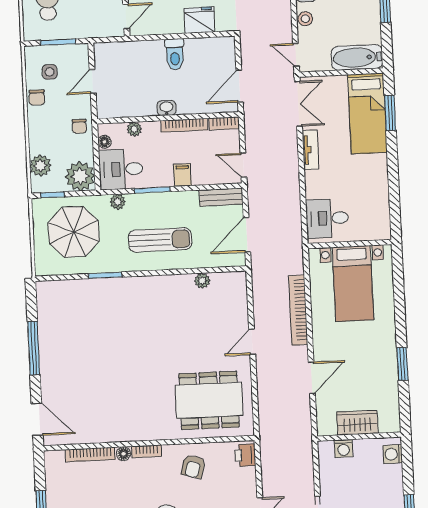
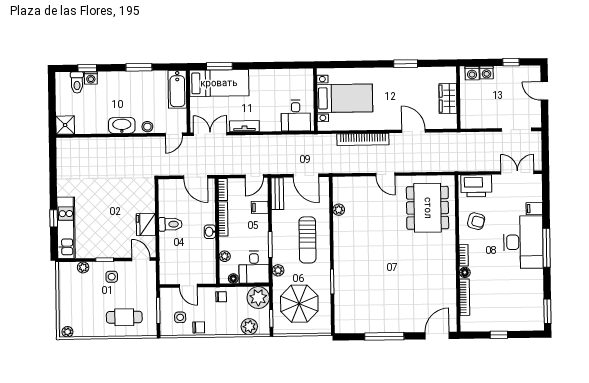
fridge: (199, 20) -> (146, 224), moved
filing cabinet: (183, 175) -> (260, 207), moved
sun lounger: (160, 240) -> (307, 240), turned 180
washing machine: (344, 448) -> (487, 73), moved, turned 90
printer: (245, 455) -> (476, 186), width x1.87, depth x1.48

